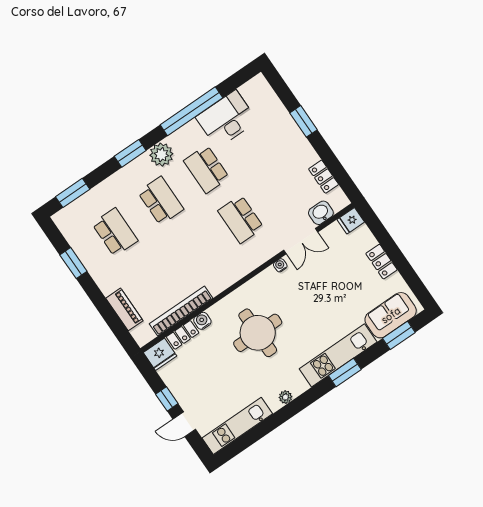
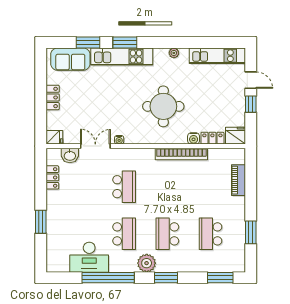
bookcase: (181, 311) -> (181, 154), moved
window: (399, 335) -> (88, 43), moved

